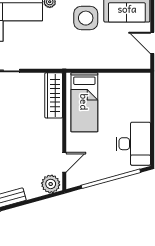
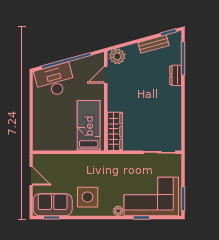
desk: (133, 144) -> (55, 80), moved, turned 75

